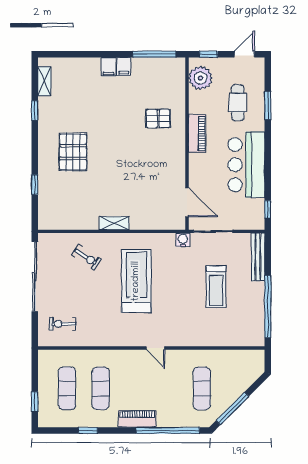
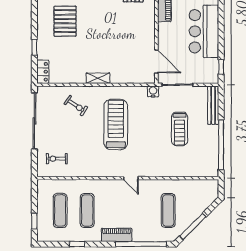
locker: (45, 215) -> (43, 72), added

